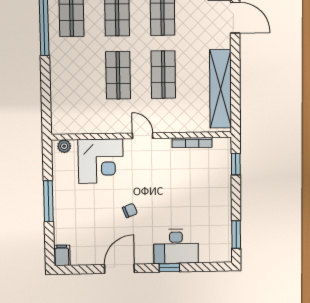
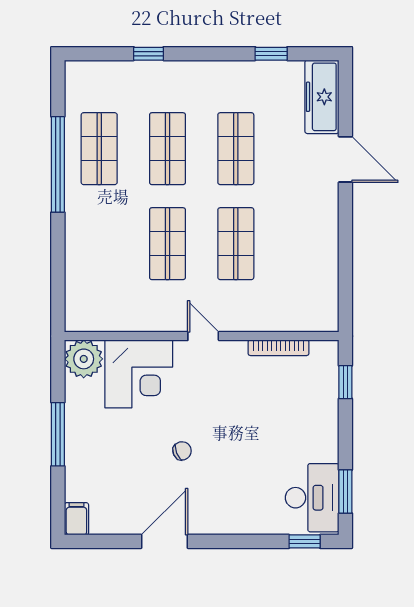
shelving: (221, 89) -> (323, 266), removed
plant: (64, 146) -> (84, 359), width x1.88, depth x1.88
desk: (176, 246) -> (312, 498), moved, turned -90
window: (169, 268) -> (305, 541), moved

